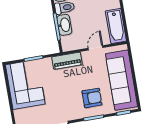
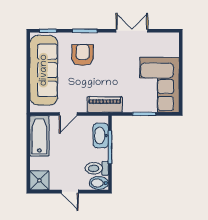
washbasin: (64, 25) -> (101, 136), moved
armchair: (92, 98) -> (83, 55), turned 90

